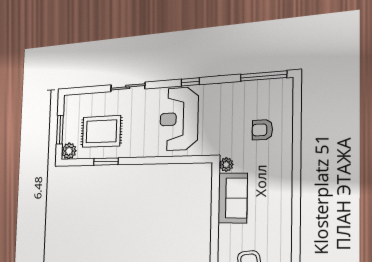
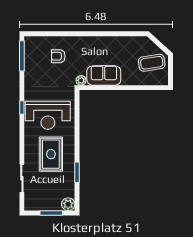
sliding door: (128, 87) -> (22, 178), moved
armchair: (262, 130) -> (58, 56), turned 90
rug: (101, 131) -> (51, 154), moved

